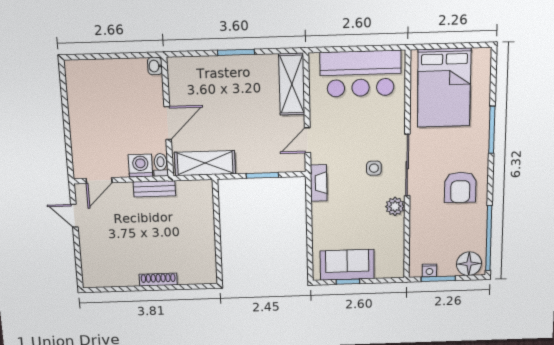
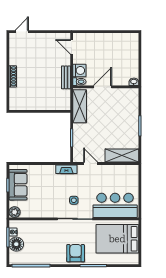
bar counter: (360, 74) -> (115, 205), moved, turned 90
door: (168, 123) -> (103, 87), swing flipped
armchair: (460, 187) -> (76, 253), moved, turned 90
plant: (395, 206) -> (15, 212), moved
door: (74, 216) -> (22, 32), moved
floor lamp: (469, 264) -> (16, 244), moved

